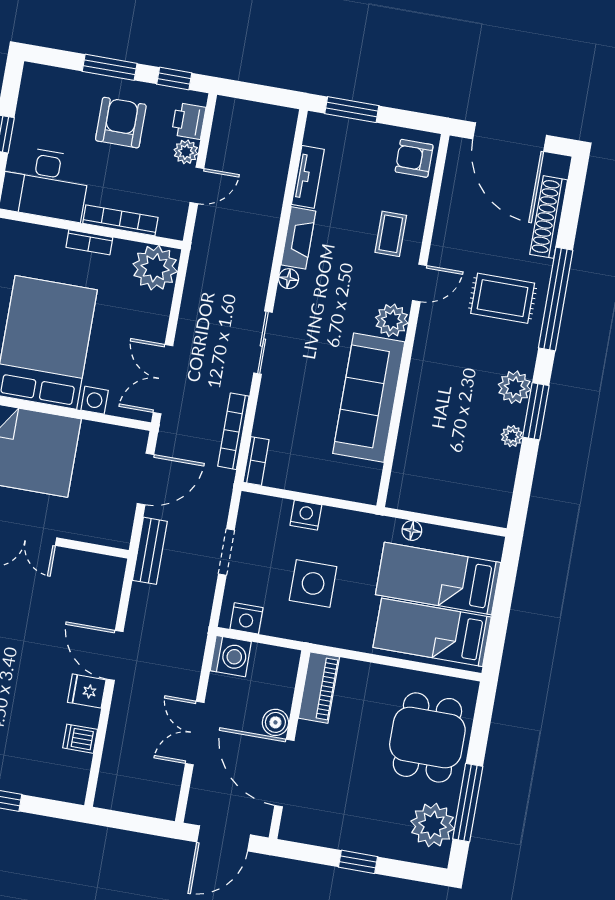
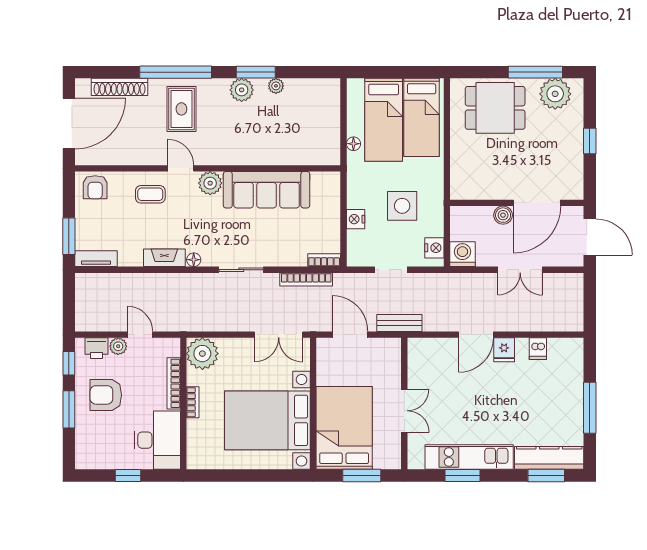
tv unit: (308, 177) -> (96, 259), moved
piano: (319, 688) -> (474, 189), removed

